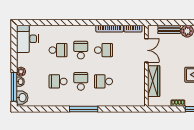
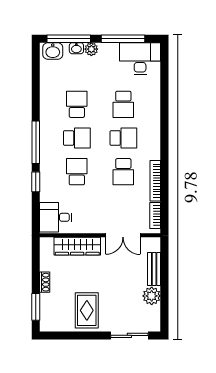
window: (14, 50) -> (123, 39), added
desk: (134, 96) -> (56, 217), added
window: (110, 109) -> (36, 182), added

